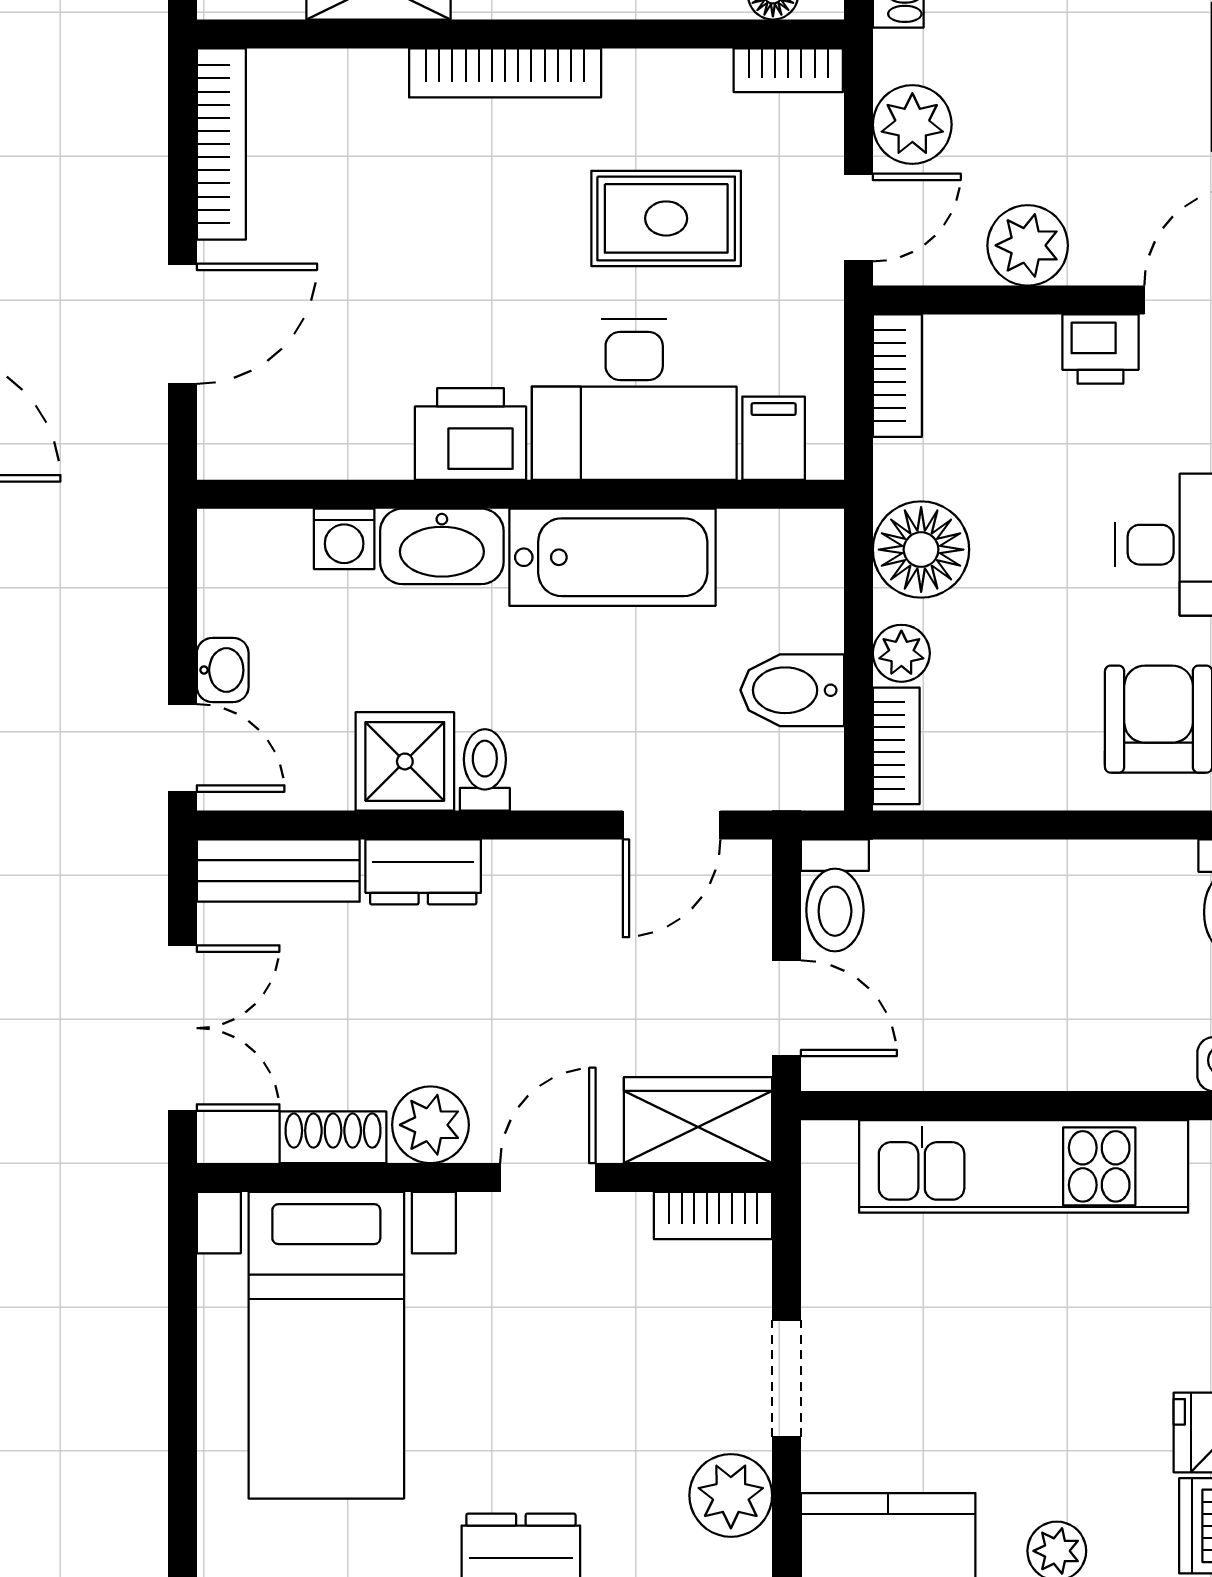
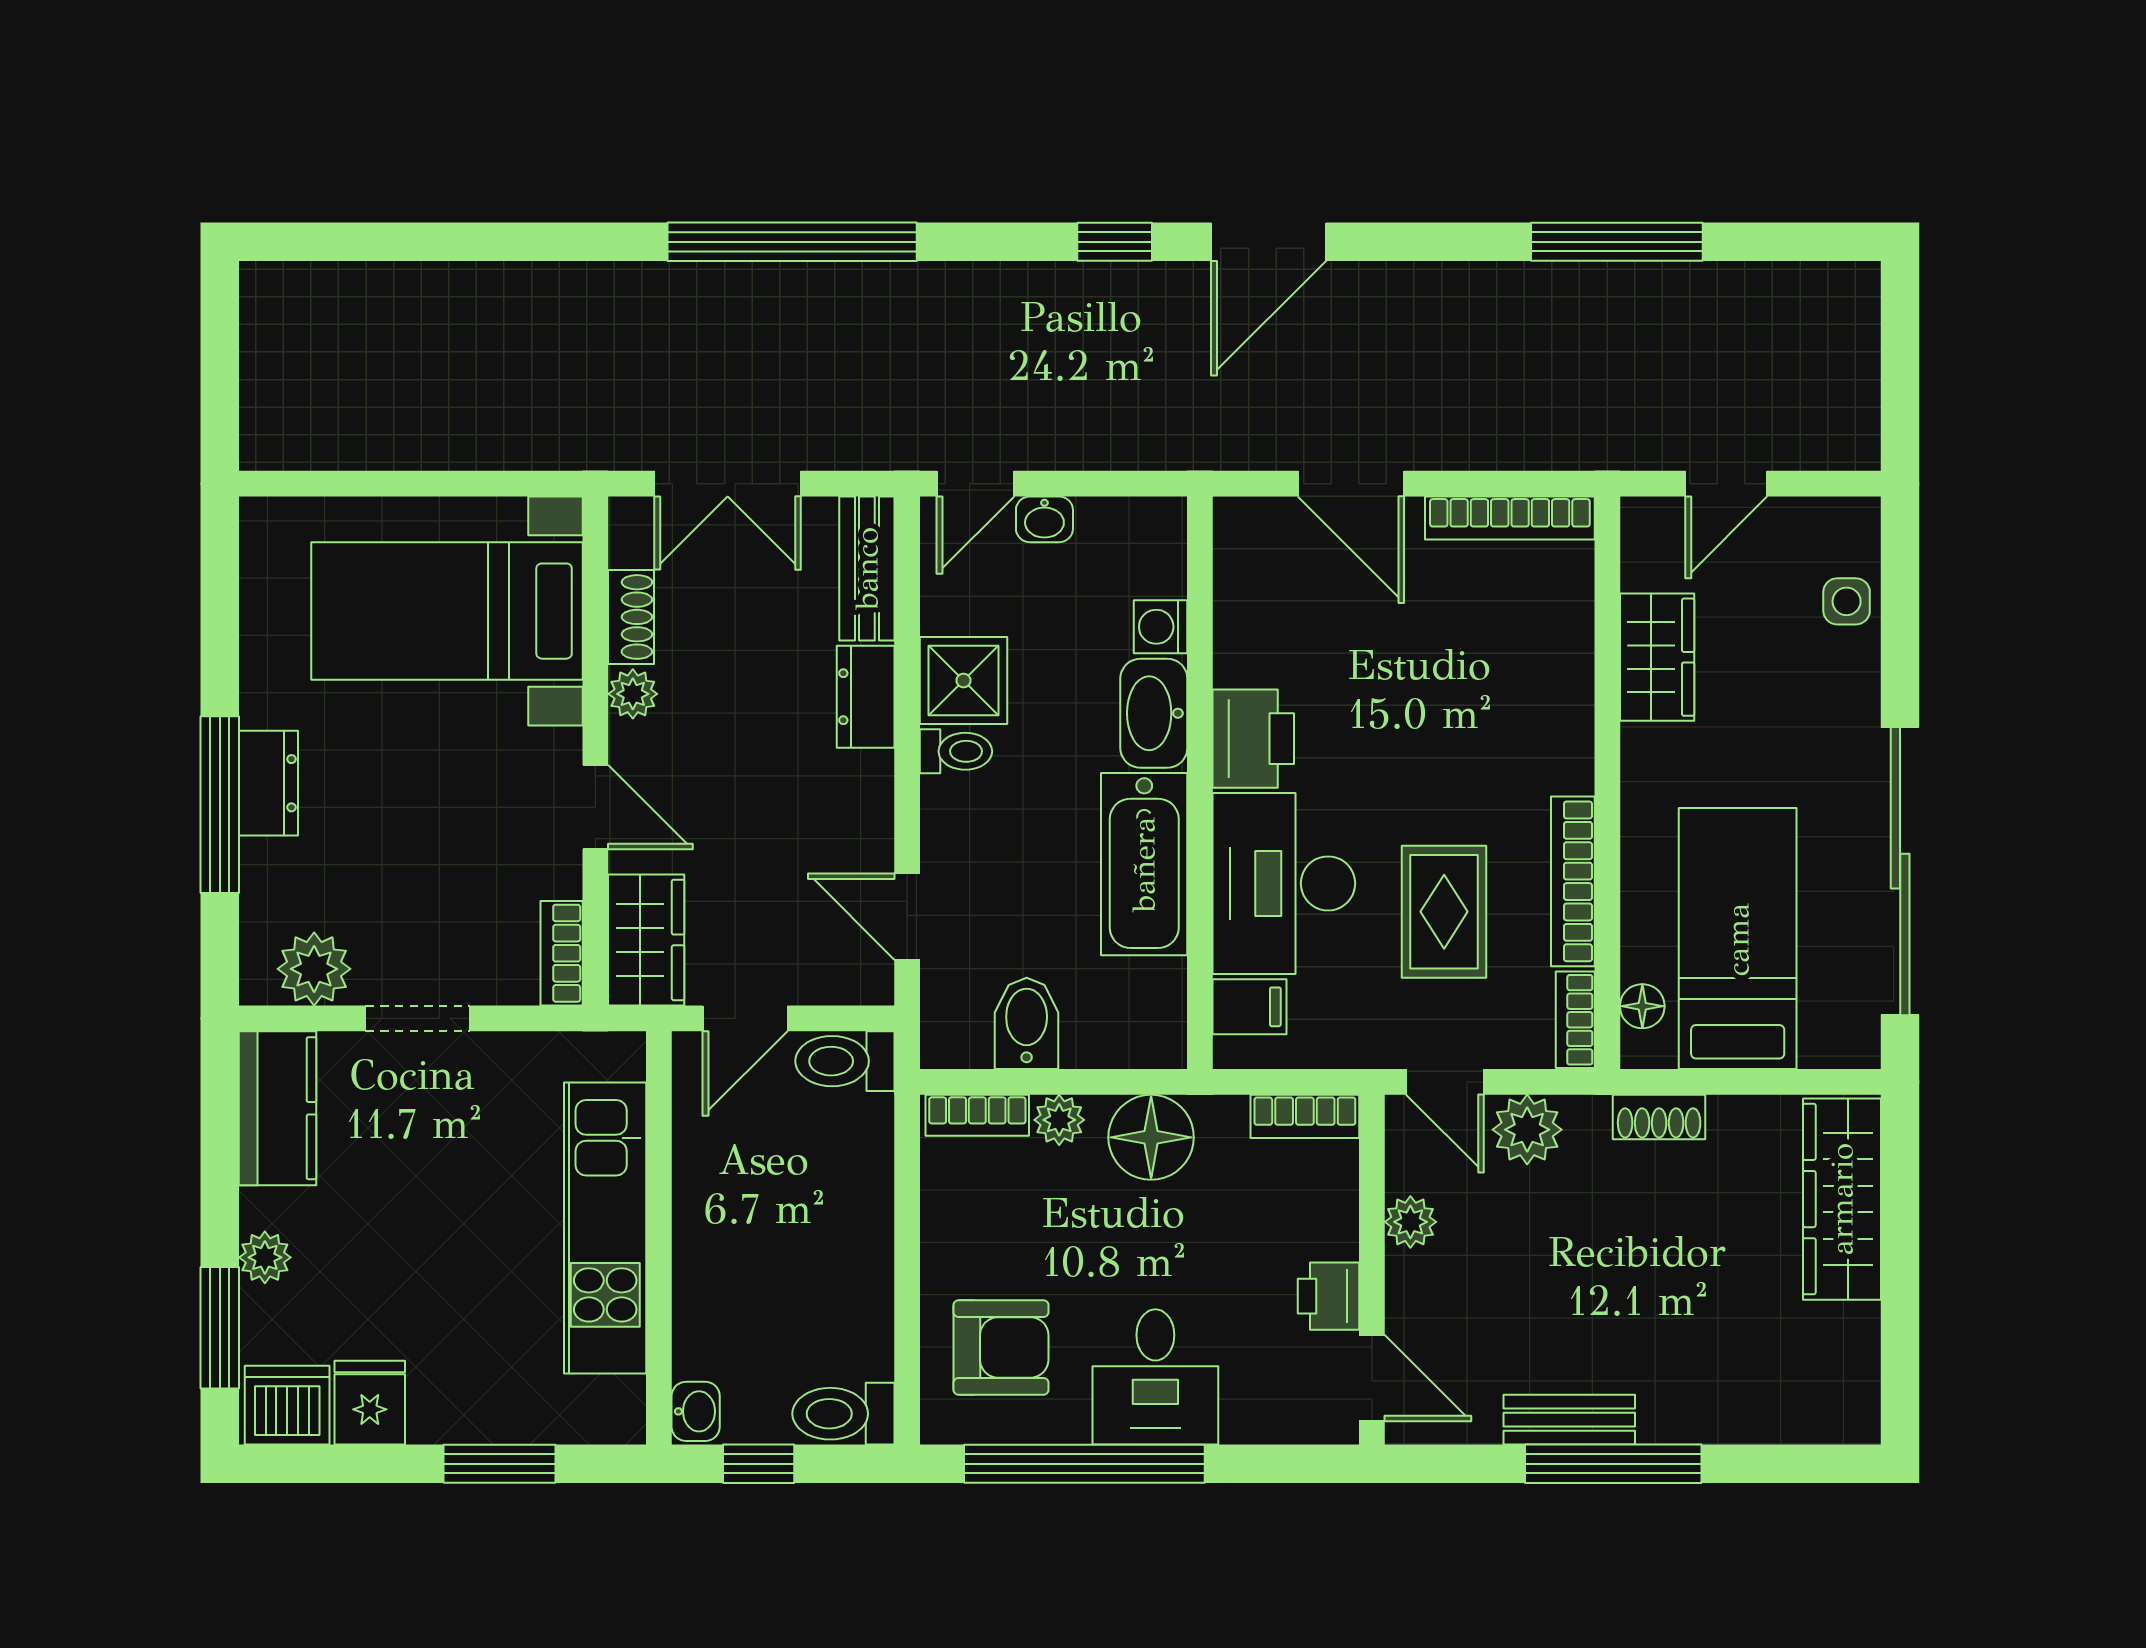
bookcase: (505, 73) -> (1573, 881), moved
plant: (1028, 245) -> (1410, 1222), width x0.73, depth x0.73
plant: (430, 1125) -> (633, 694), width x0.73, depth x0.73

